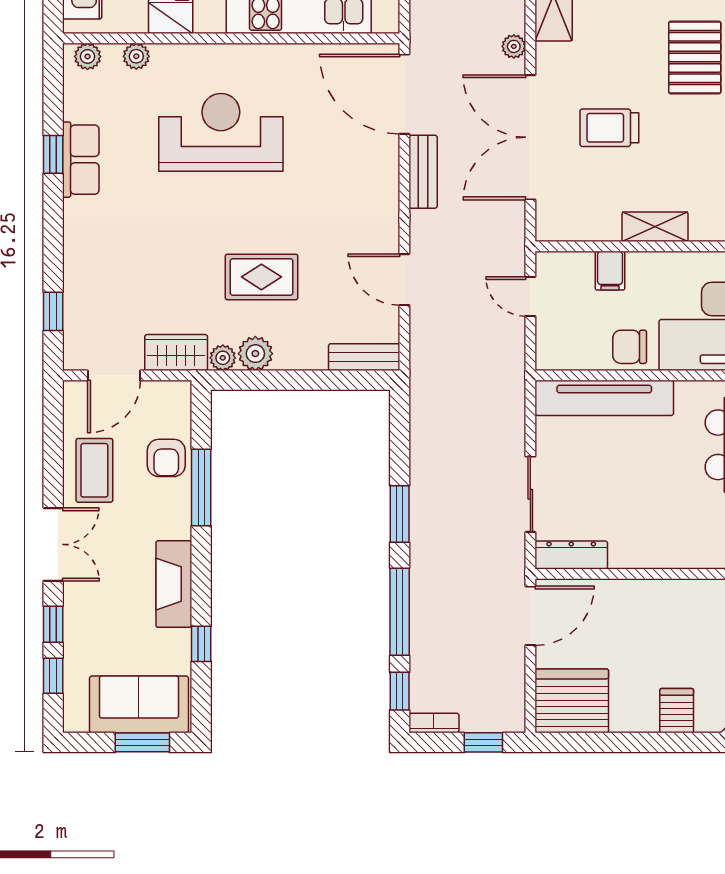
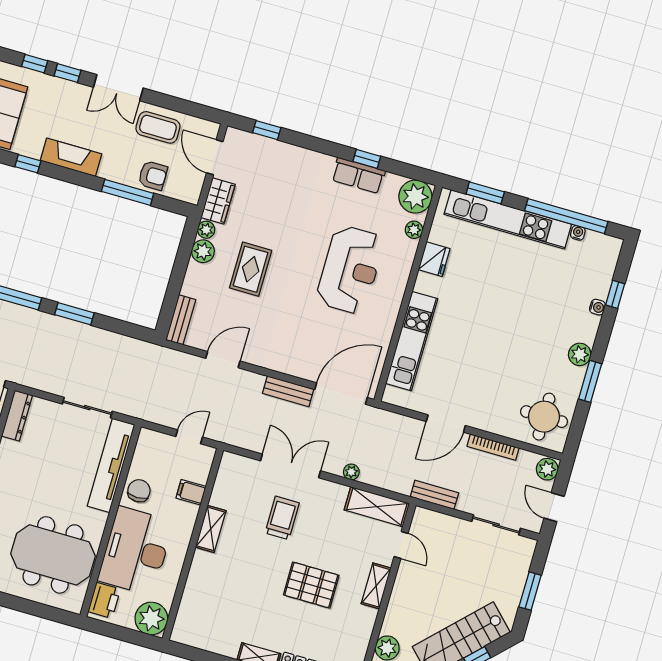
plant: (88, 56) -> (415, 197), width x1.87, depth x1.87
double door: (530, 137) -> (290, 466), width x0.73
armchair: (166, 458) -> (153, 175), turned 180
sliding door: (530, 494) -> (87, 408), moved

